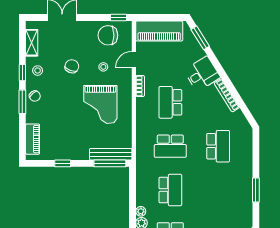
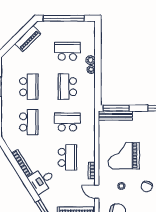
door: (134, 60) -> (97, 192), swing flipped
grand piano: (100, 105) -> (124, 156), turned -90
school desk: (218, 146) -> (29, 122), turned 180
school desk: (218, 190) -> (29, 87), added

